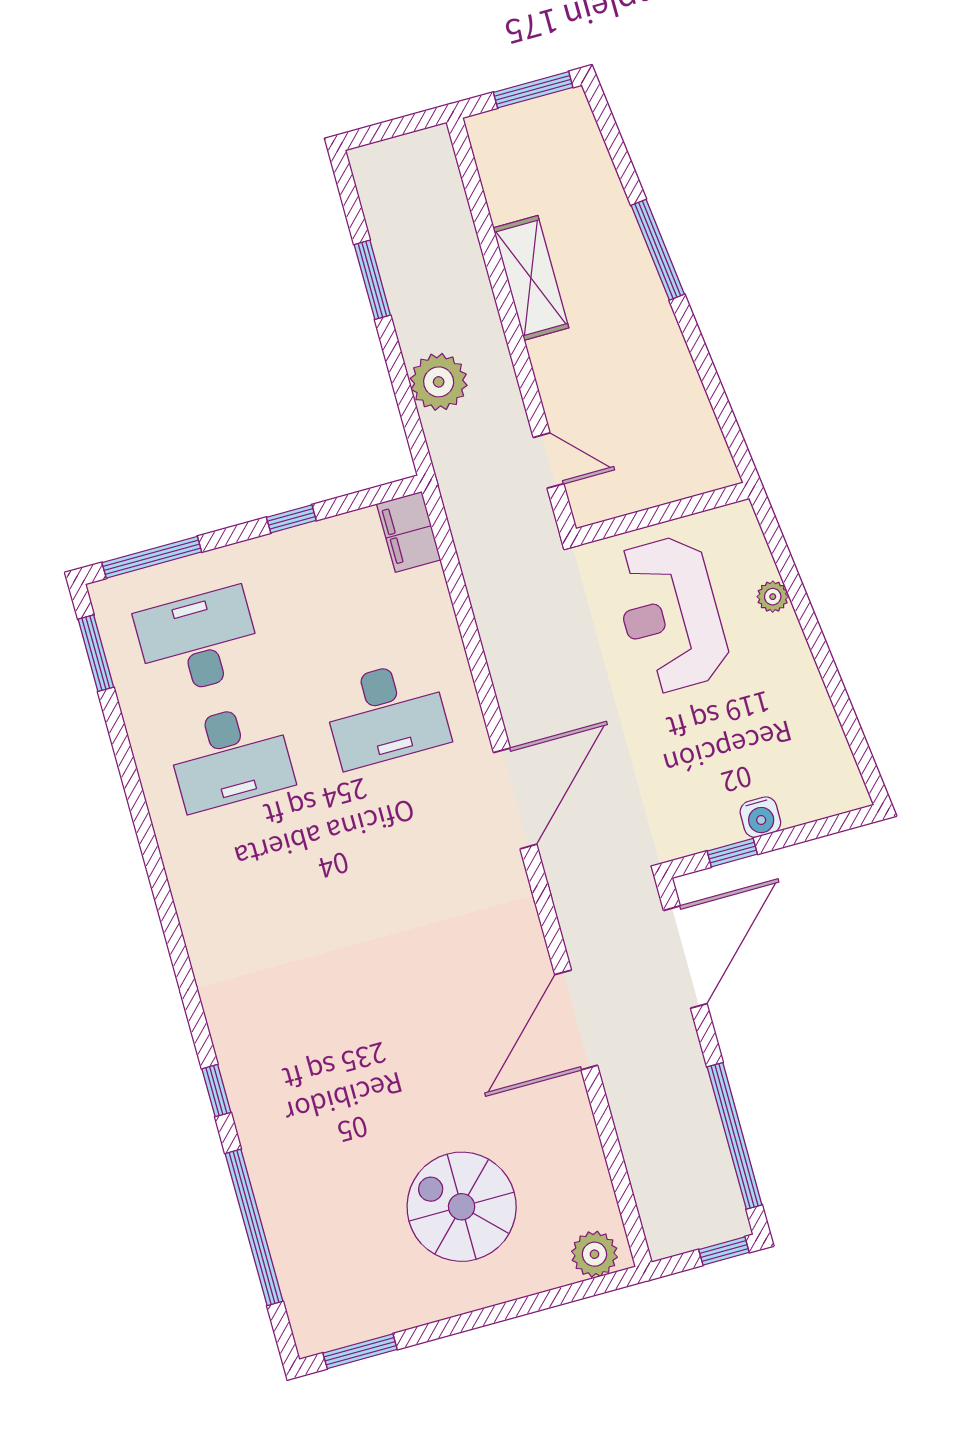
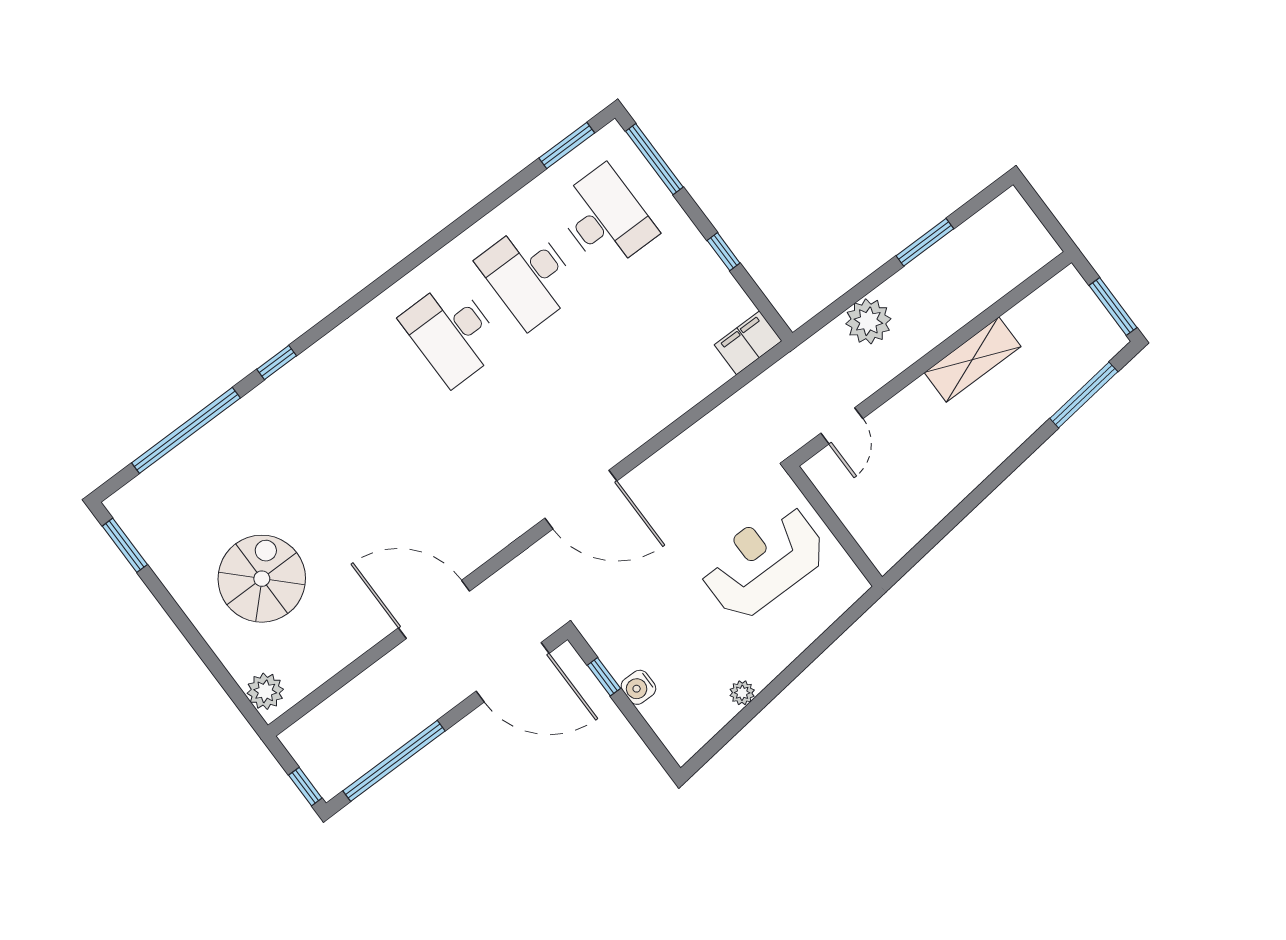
window: (658, 250) -> (1084, 395), moved
plant: (773, 597) -> (742, 693), moved
desk: (386, 714) -> (452, 333), moved

